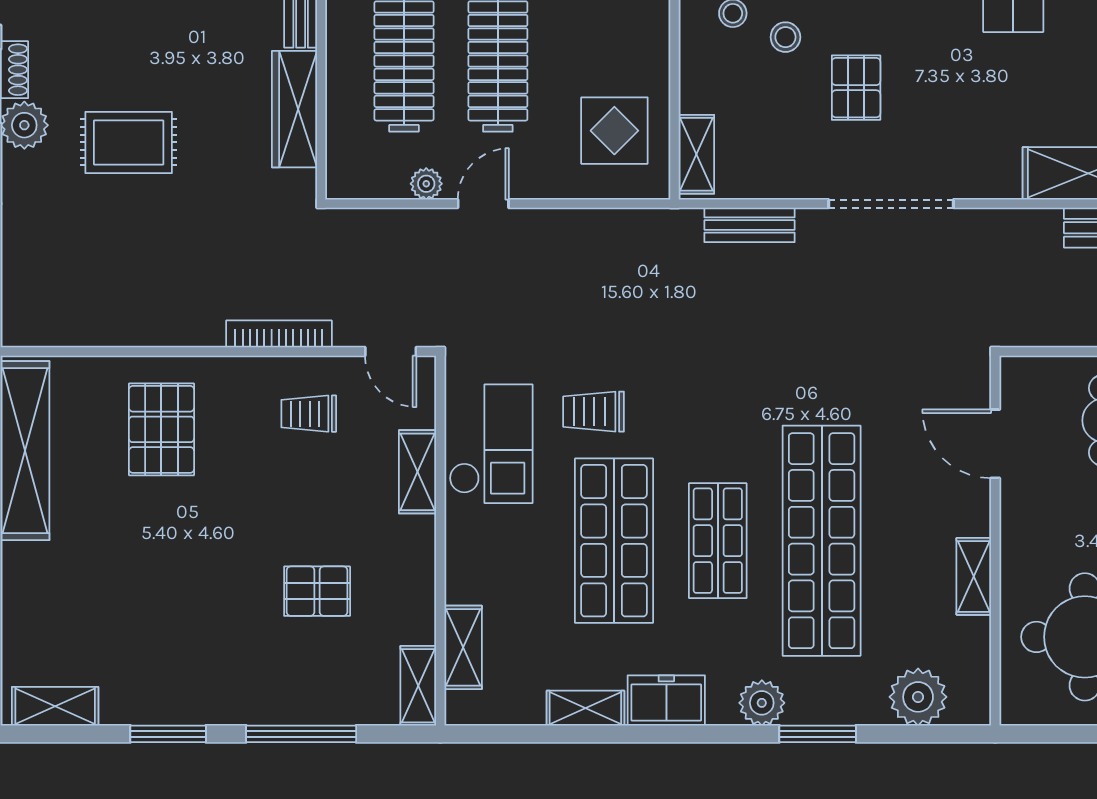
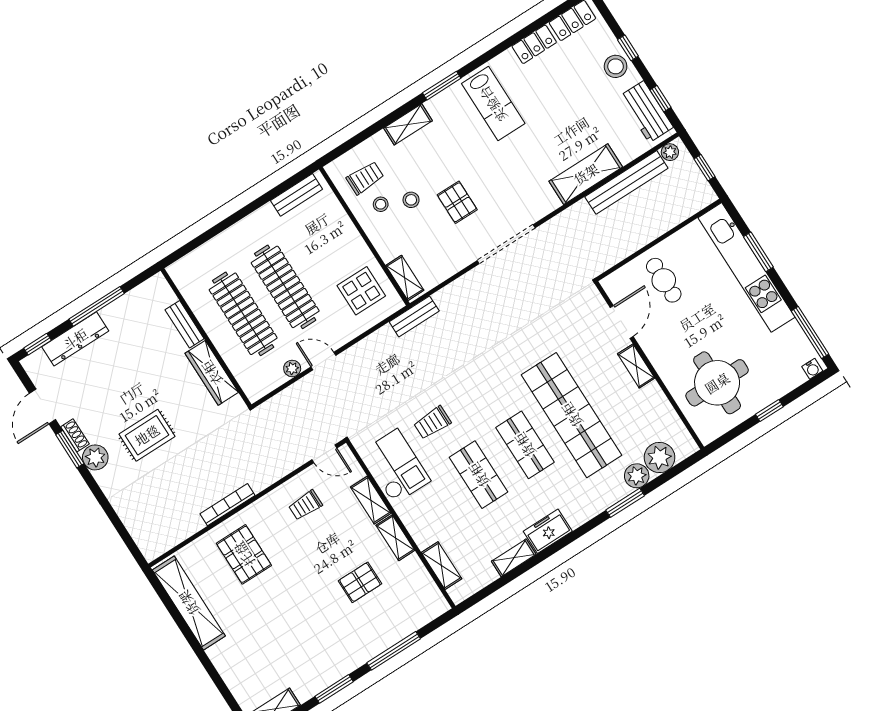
door: (483, 204) -> (323, 361), hinge flipped
bench: (749, 225) -> (414, 316), moved
bookcase: (279, 334) -> (228, 505), moved
door: (995, 444) -> (622, 322), swing flipped
shop shelf: (614, 541) -> (479, 475), width x0.70, depth x0.74
shelving: (974, 576) -> (636, 366), moved
shelving: (418, 686) -> (395, 538), moved
plant: (762, 703) -> (637, 476), moved

